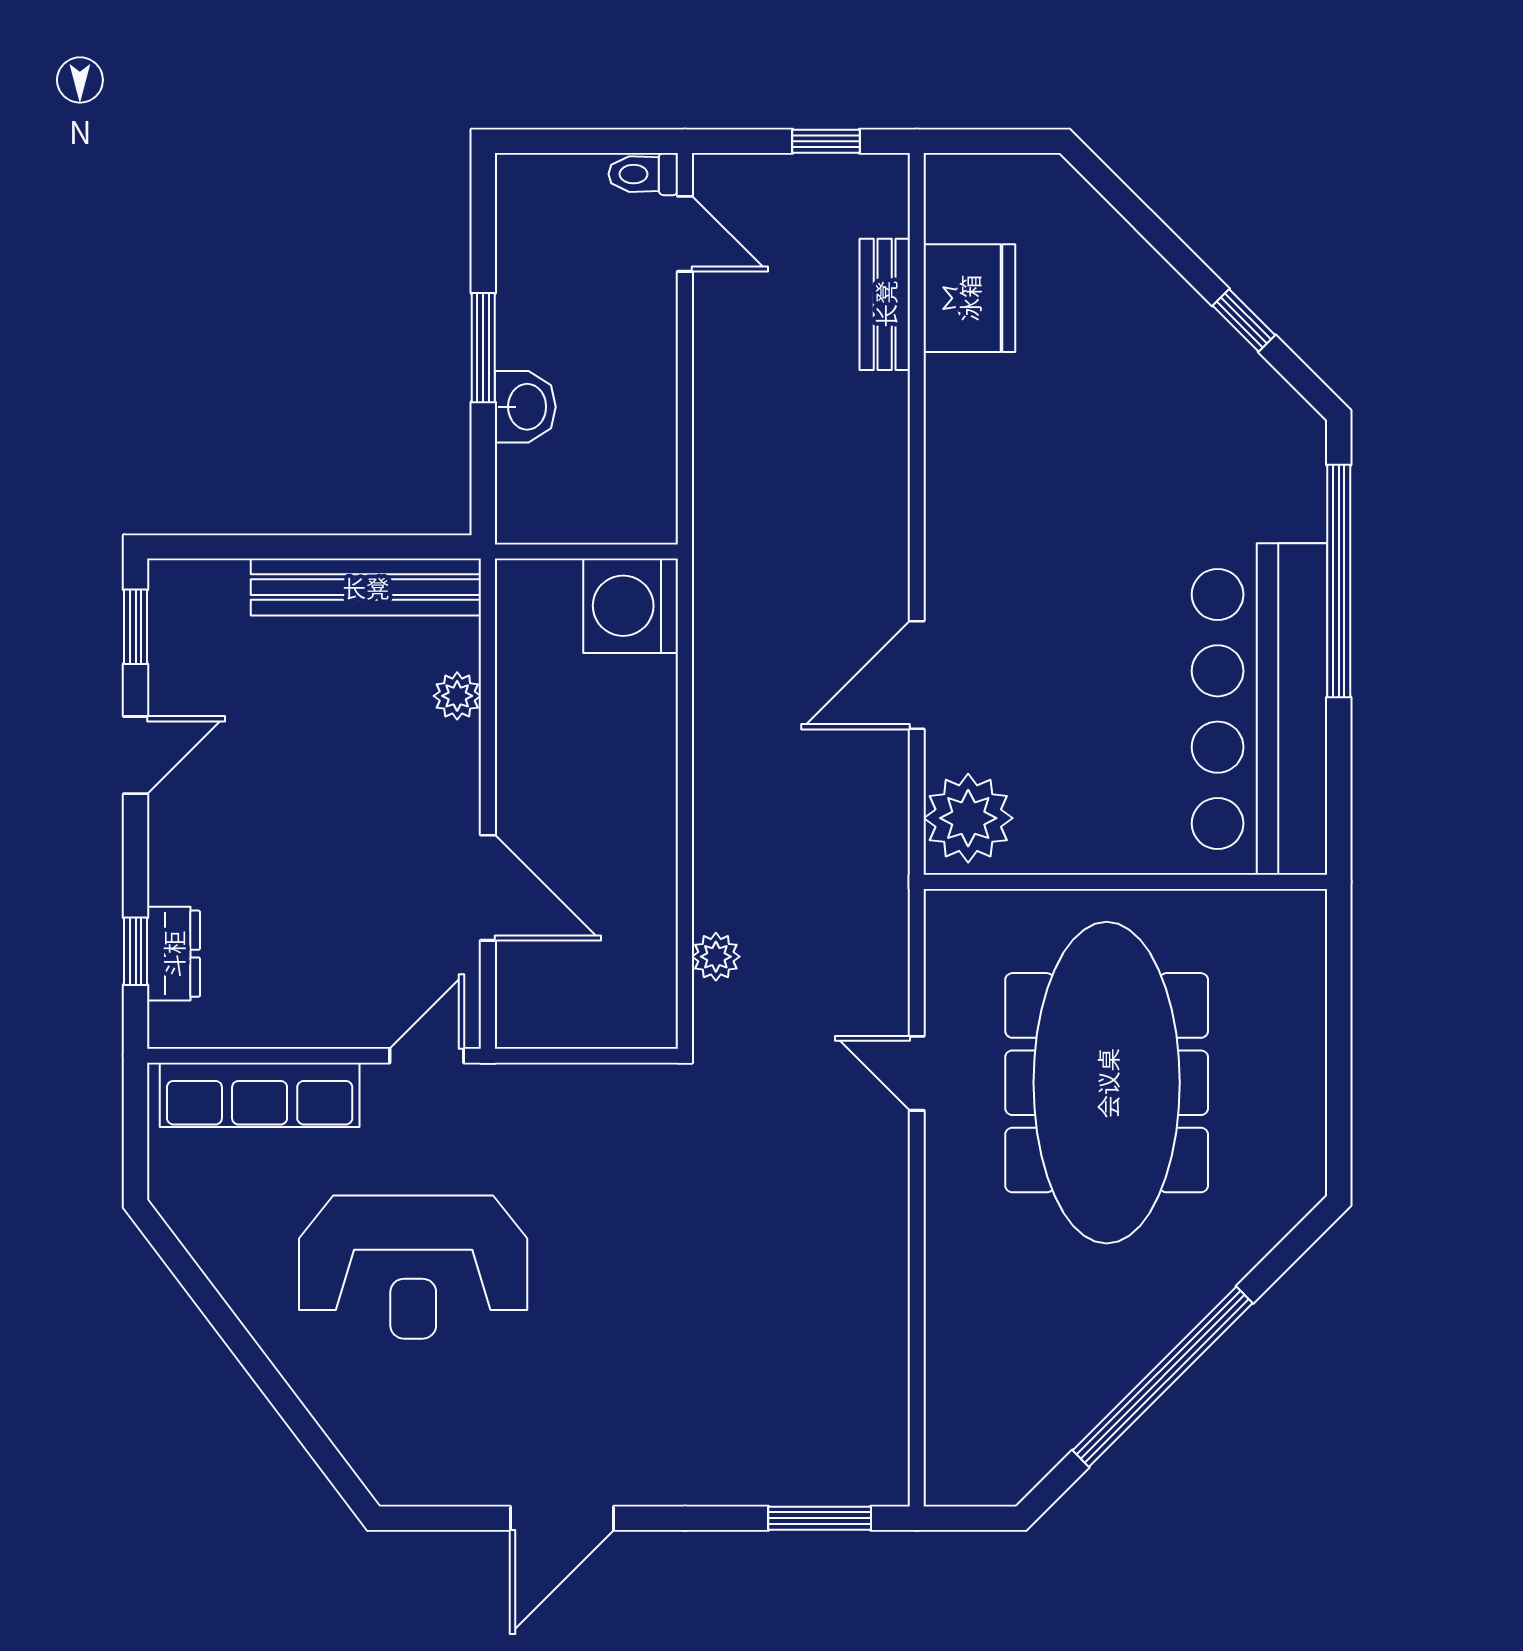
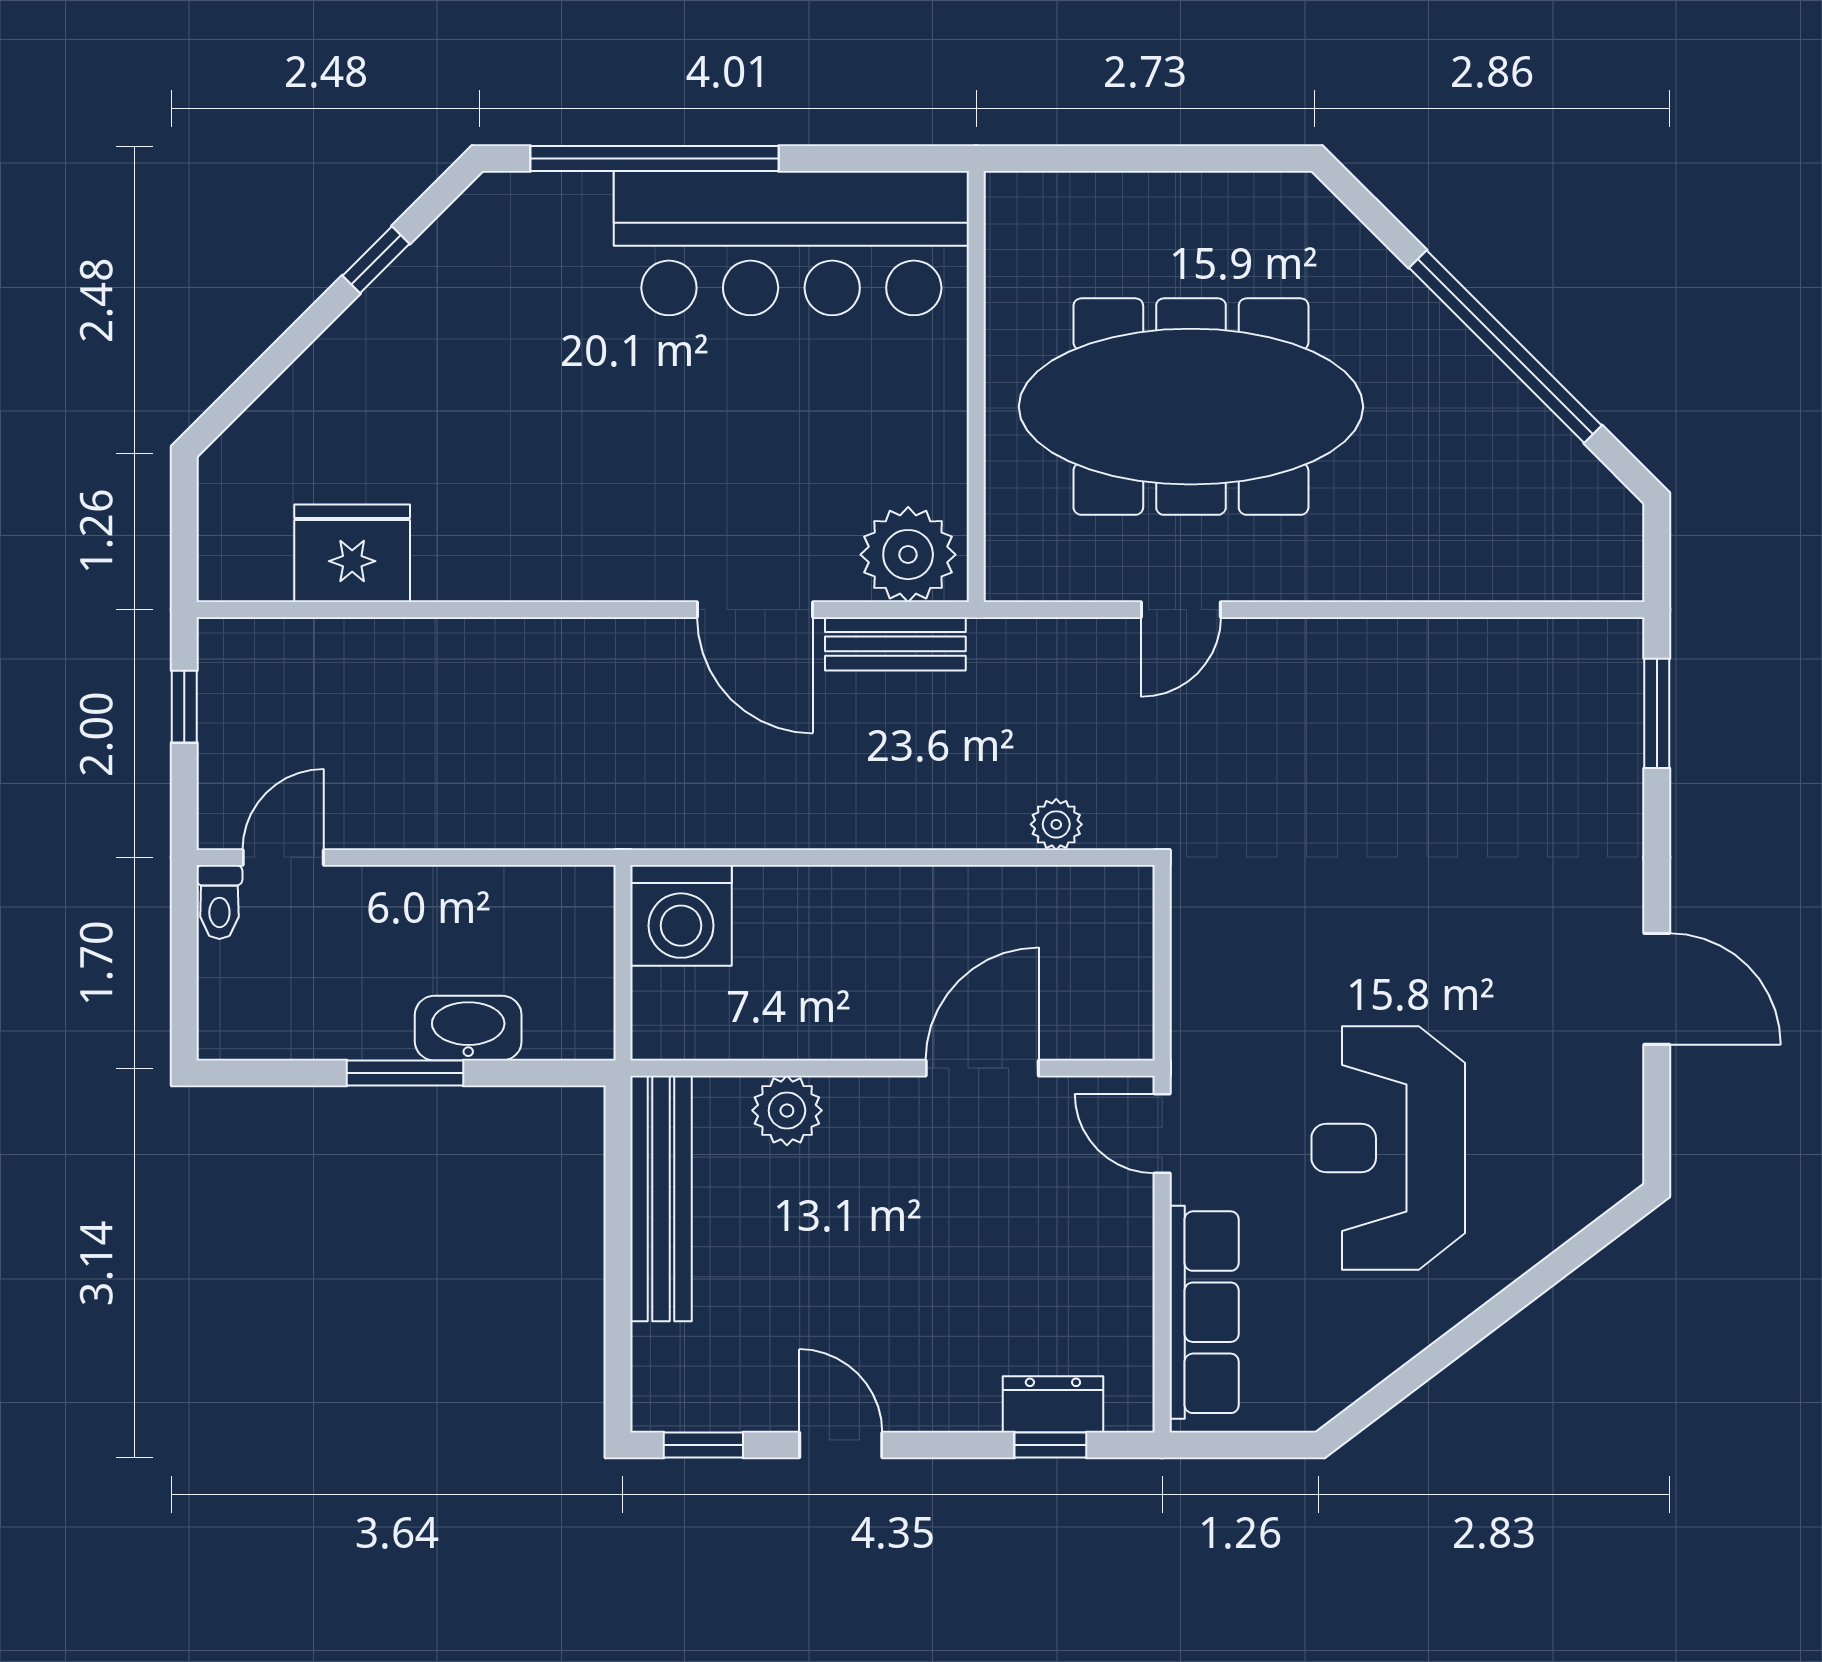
bench: (885, 304) -> (895, 644), moved
washbasin: (525, 407) -> (468, 1028), width x1.38
plant: (457, 696) -> (787, 1110), width x1.38, depth x1.38
reception desk: (413, 1267) -> (1388, 1148), turned 180

